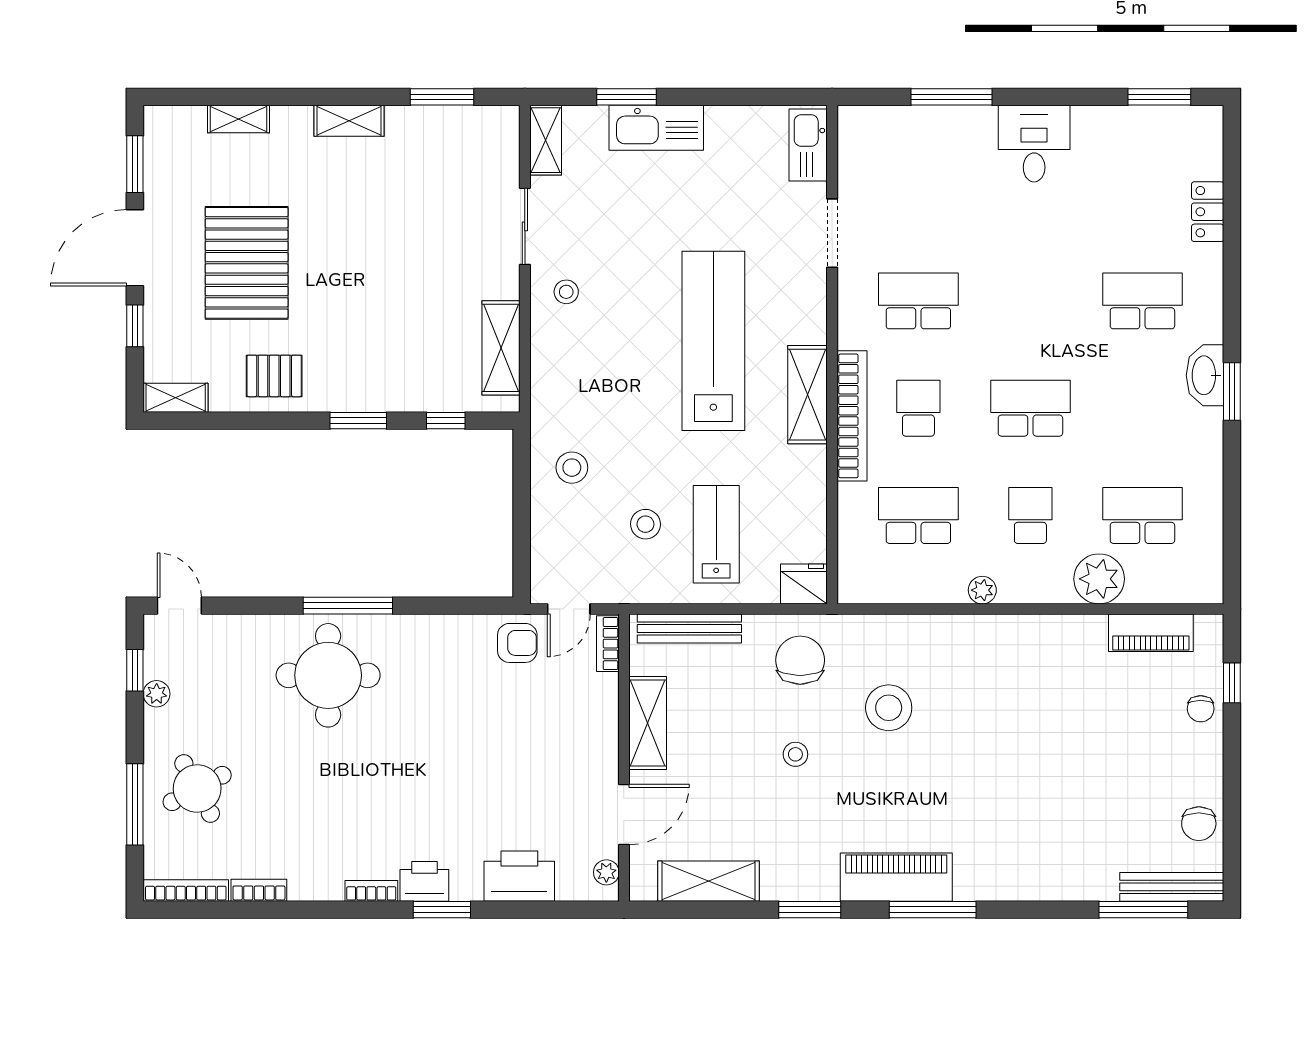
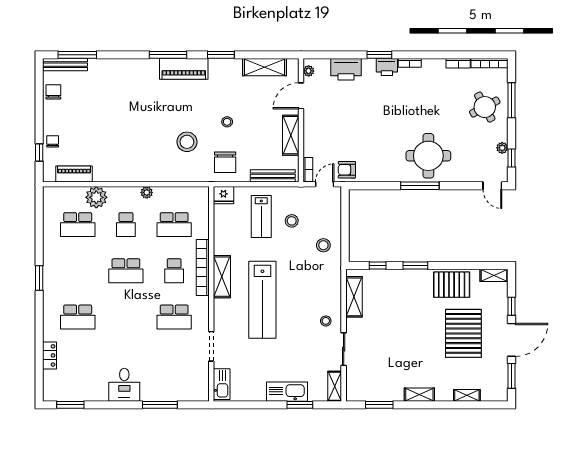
washbasin: (1205, 375) -> (51, 285), removed
pallet: (274, 376) -> (452, 285), width x1.50, depth x1.42

